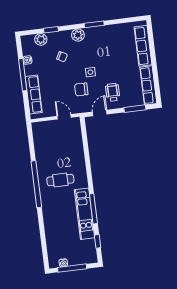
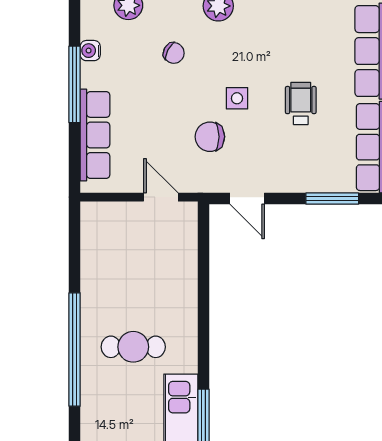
wheelchair: (113, 92) -> (301, 103), moved
door: (100, 113) -> (247, 199), swing flipped

